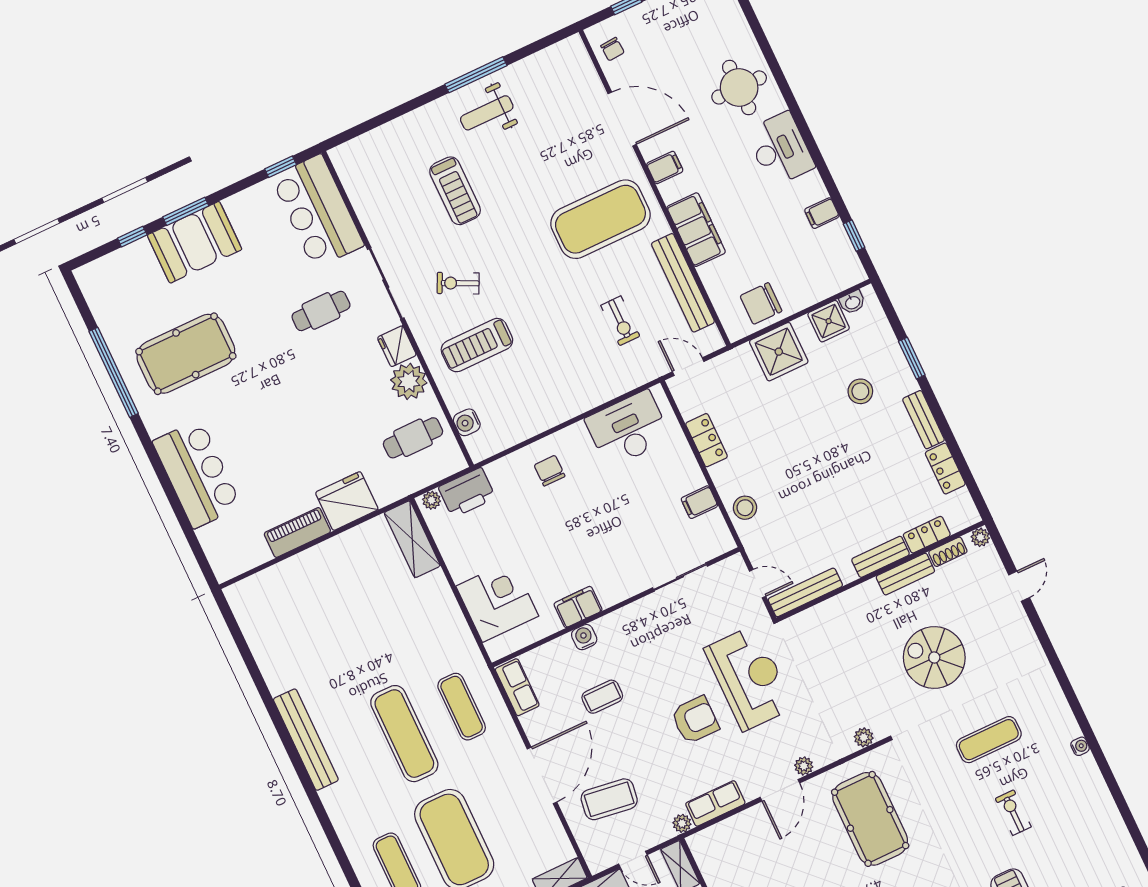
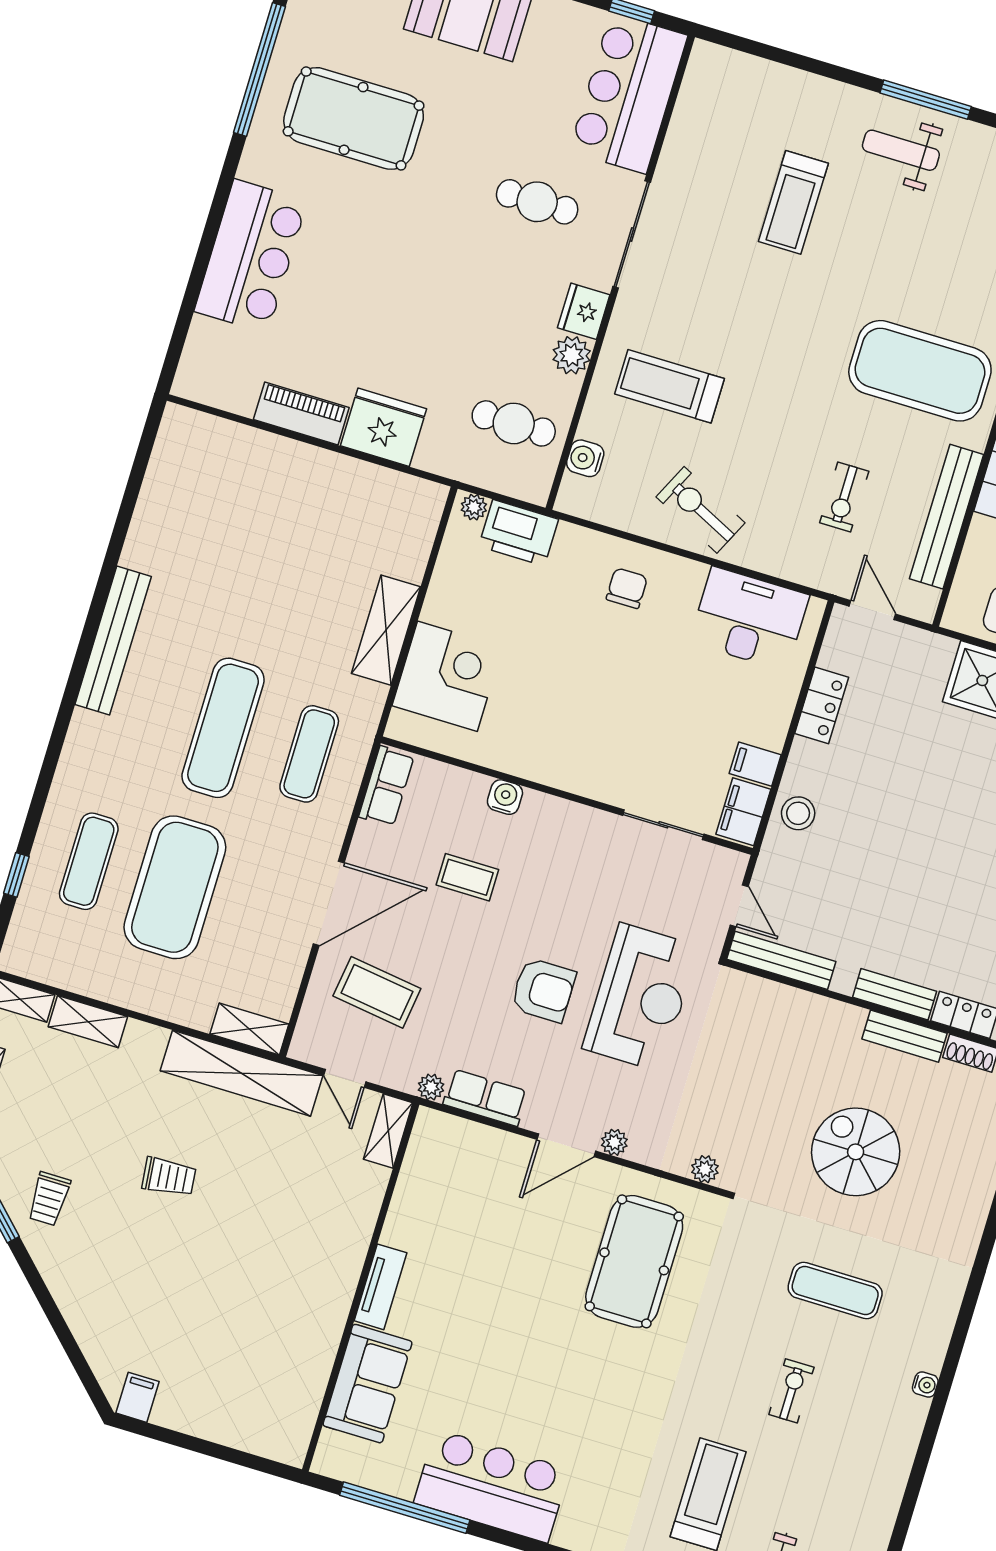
exercise bike: (458, 283) -> (700, 510), moved, width x1.38, depth x1.39
plant: (409, 381) -> (572, 355), width x0.73, depth x0.73
shelving: (412, 539) -> (386, 630), moved
filing cabinet: (578, 607) -> (743, 812), moved, turned -90

